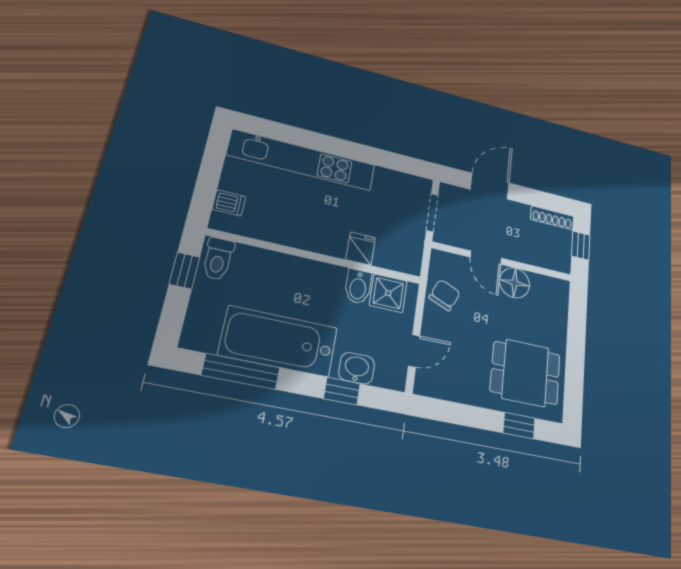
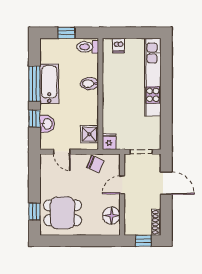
fridge: (361, 249) -> (109, 142), moved, turned -90
window: (185, 271) -> (66, 33), moved
floor lamp: (515, 283) -> (111, 215), moved
bidet: (358, 286) -> (89, 84), moved
bathtub: (279, 341) -> (49, 84), width x0.73, depth x0.73
window: (241, 371) -> (34, 84), moved
dining table: (525, 373) -> (63, 213), turned 90

